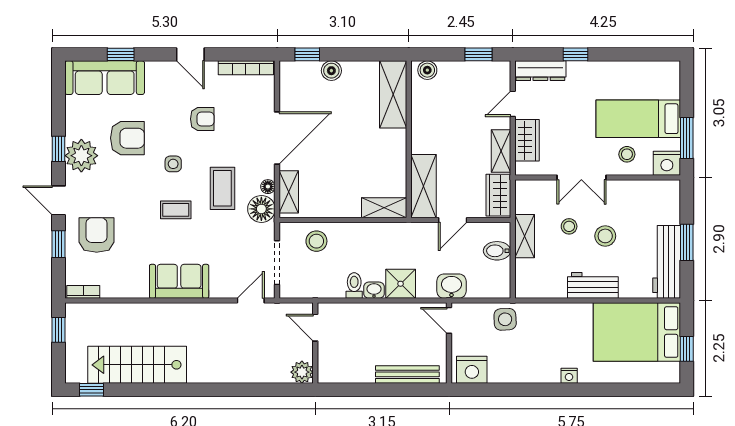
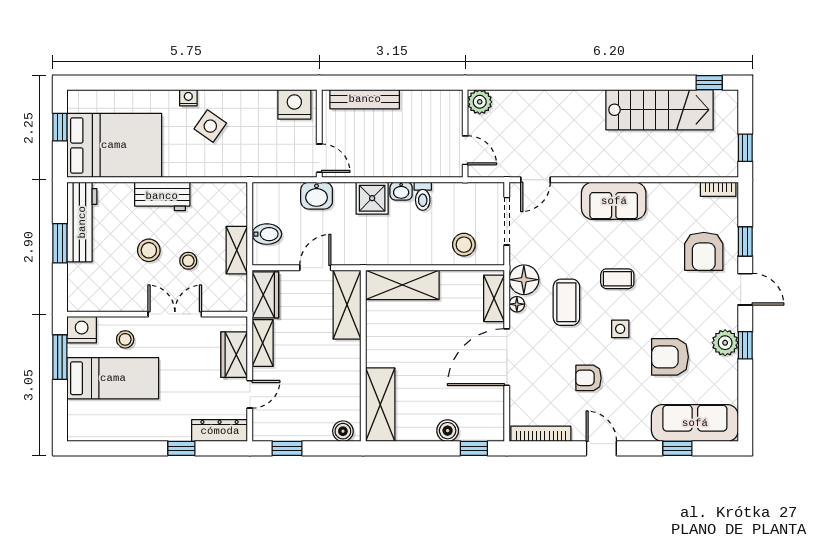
plant: (81, 156) -> (725, 343), width x0.73, depth x0.73
shelving: (384, 208) -> (402, 285), width x1.50, depth x1.33
side table: (505, 319) -> (210, 126), moved, turned 38

